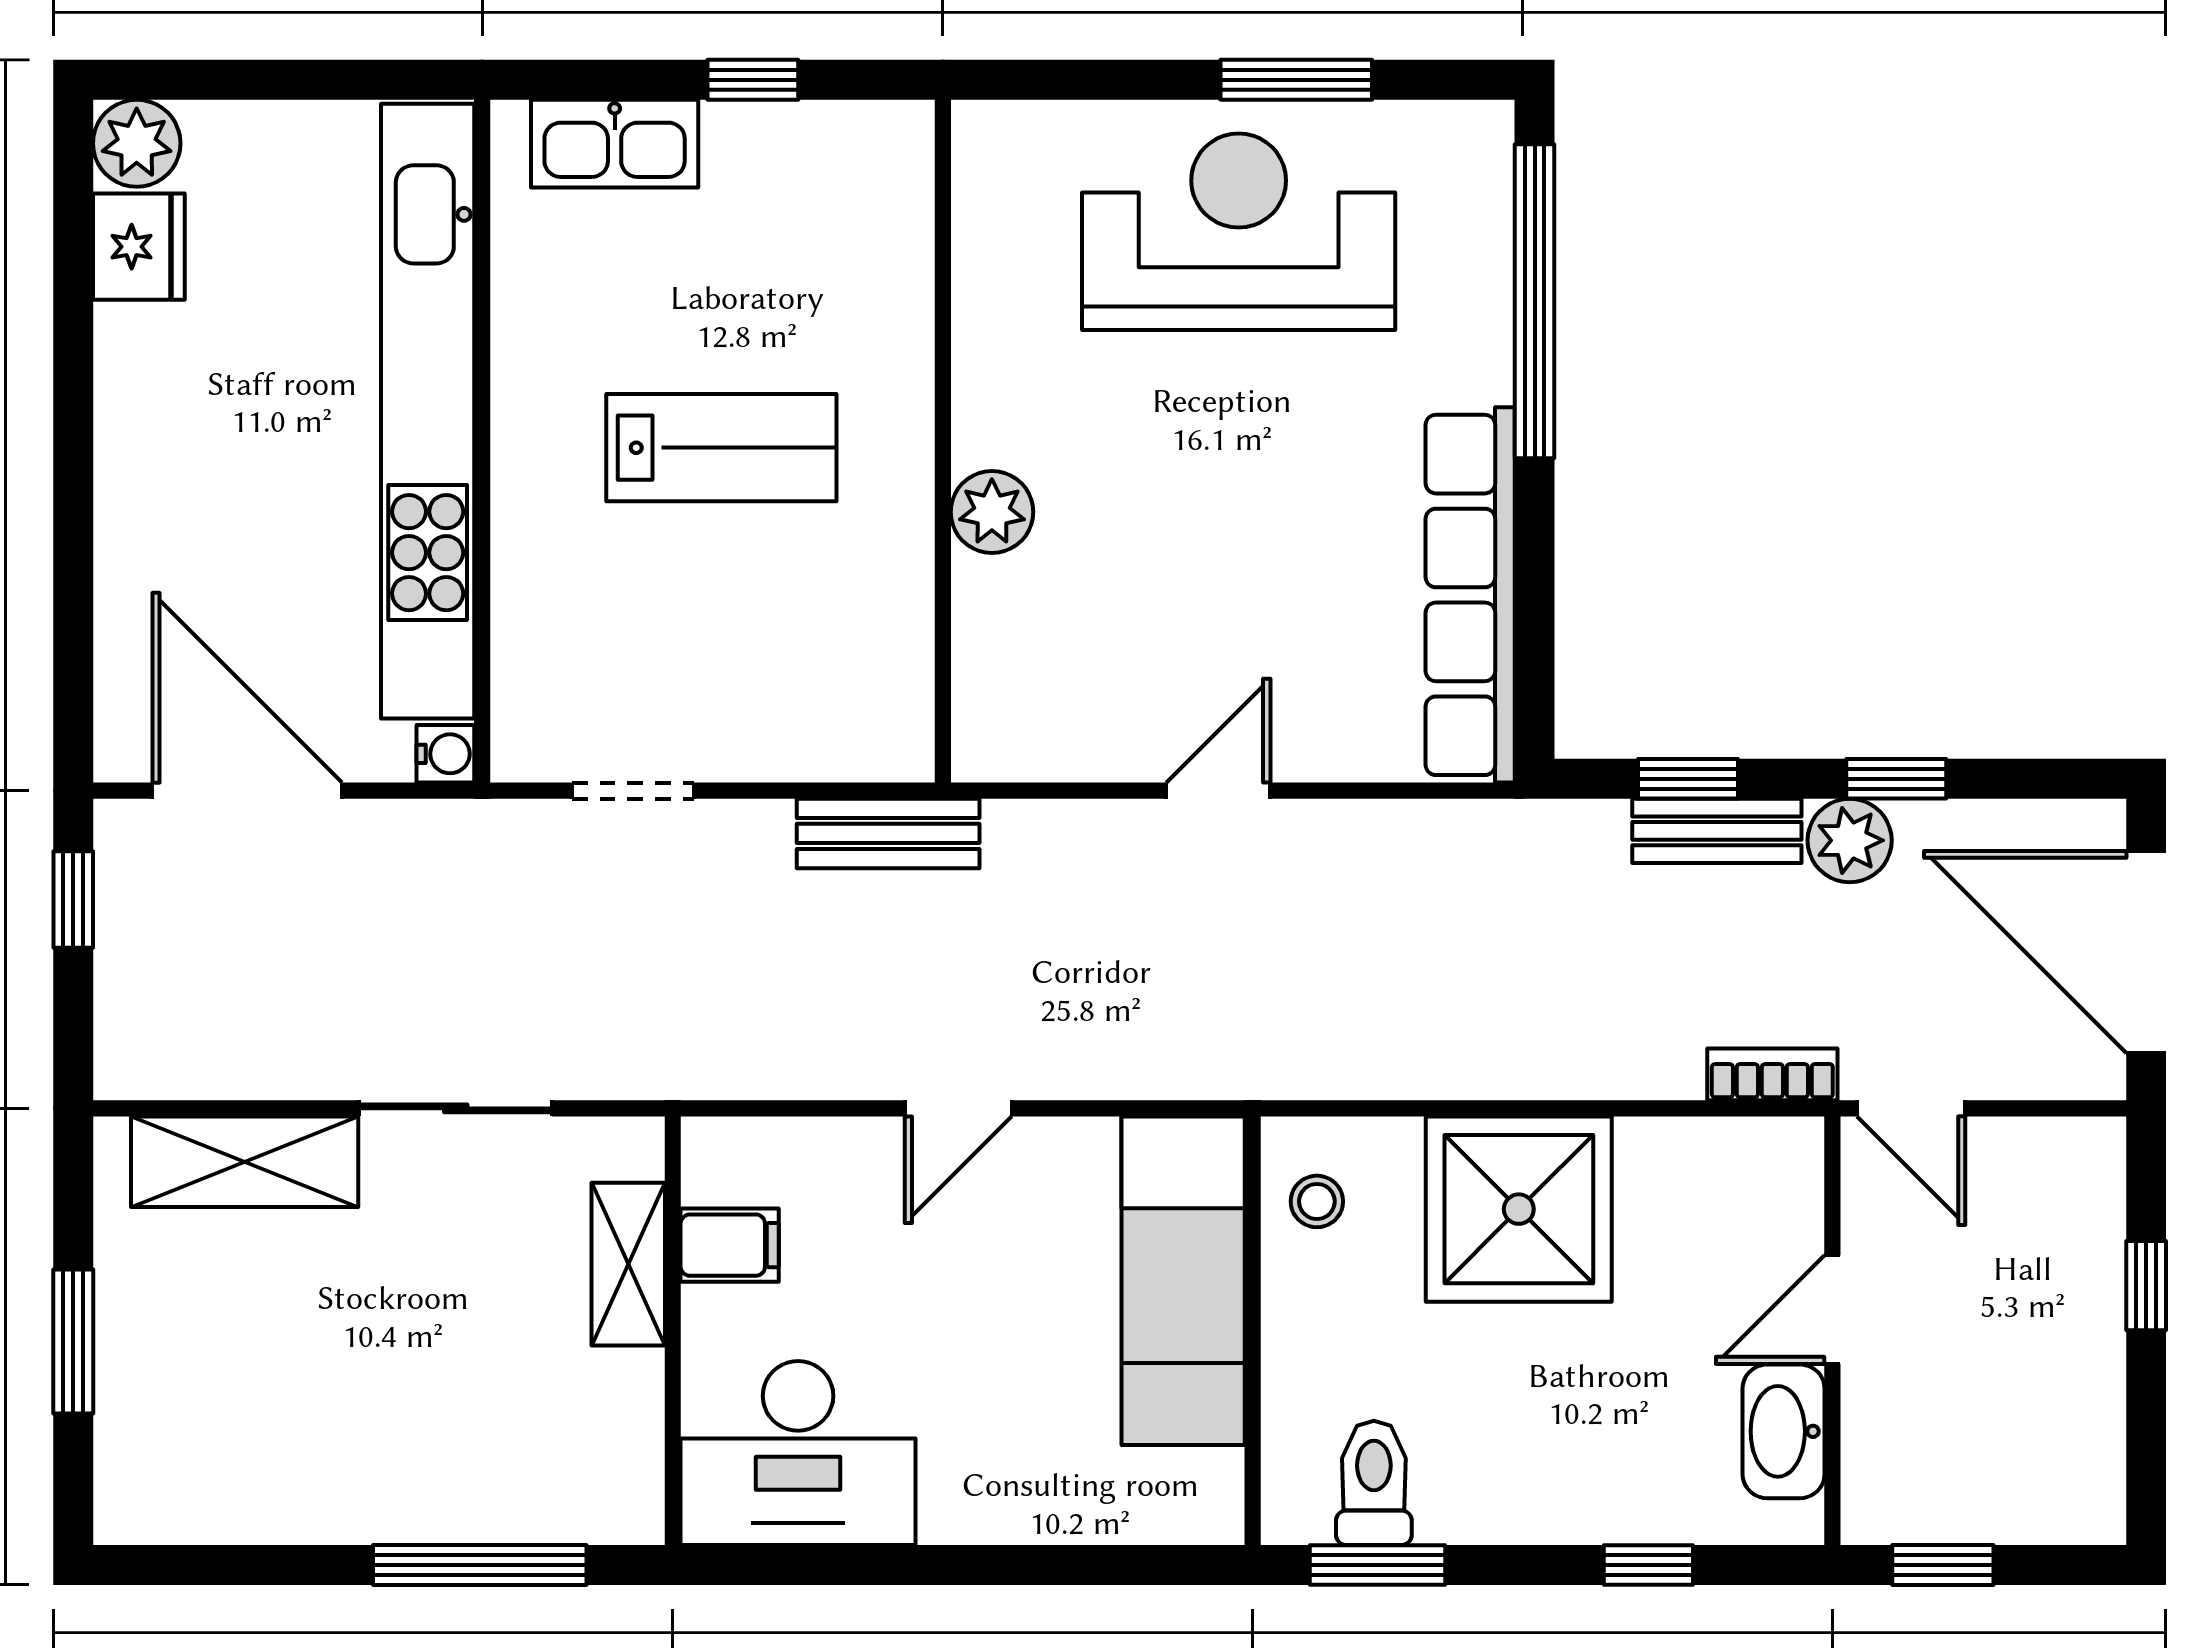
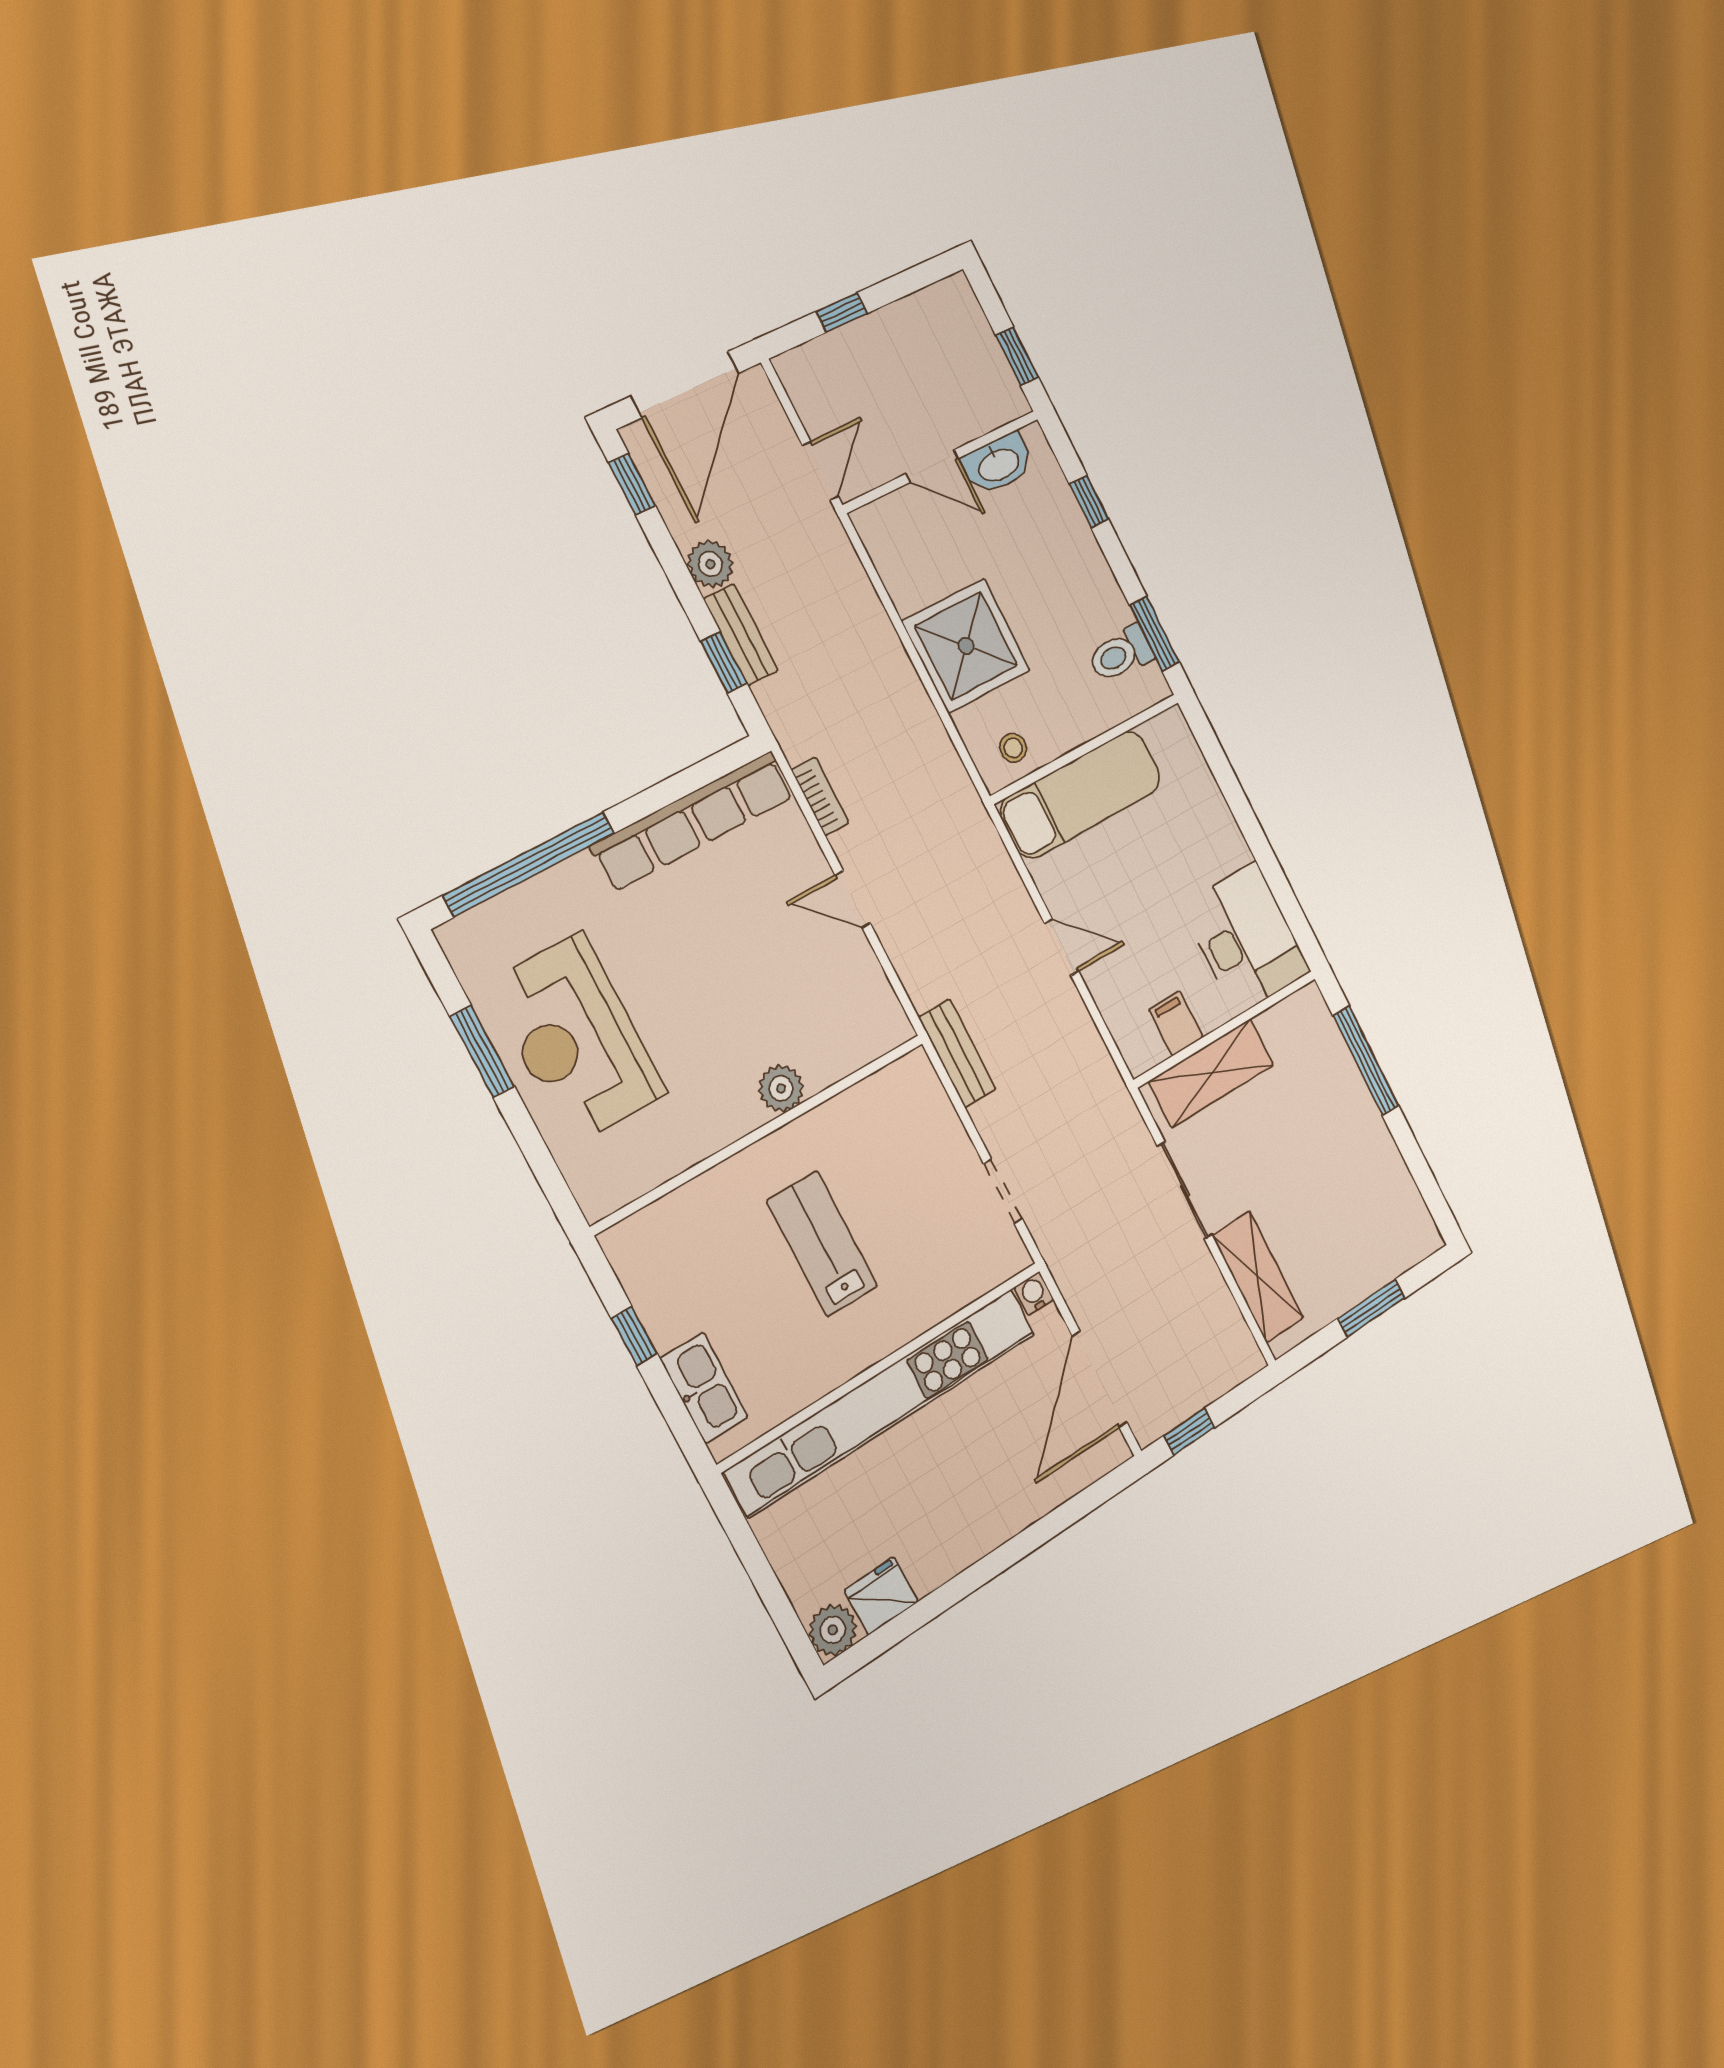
window: (1896, 779) -> (632, 484), moved
bookcase: (1772, 1074) -> (820, 796), moved, turned 180
shelving: (628, 1264) -> (1211, 1073), width x1.50, depth x1.33

